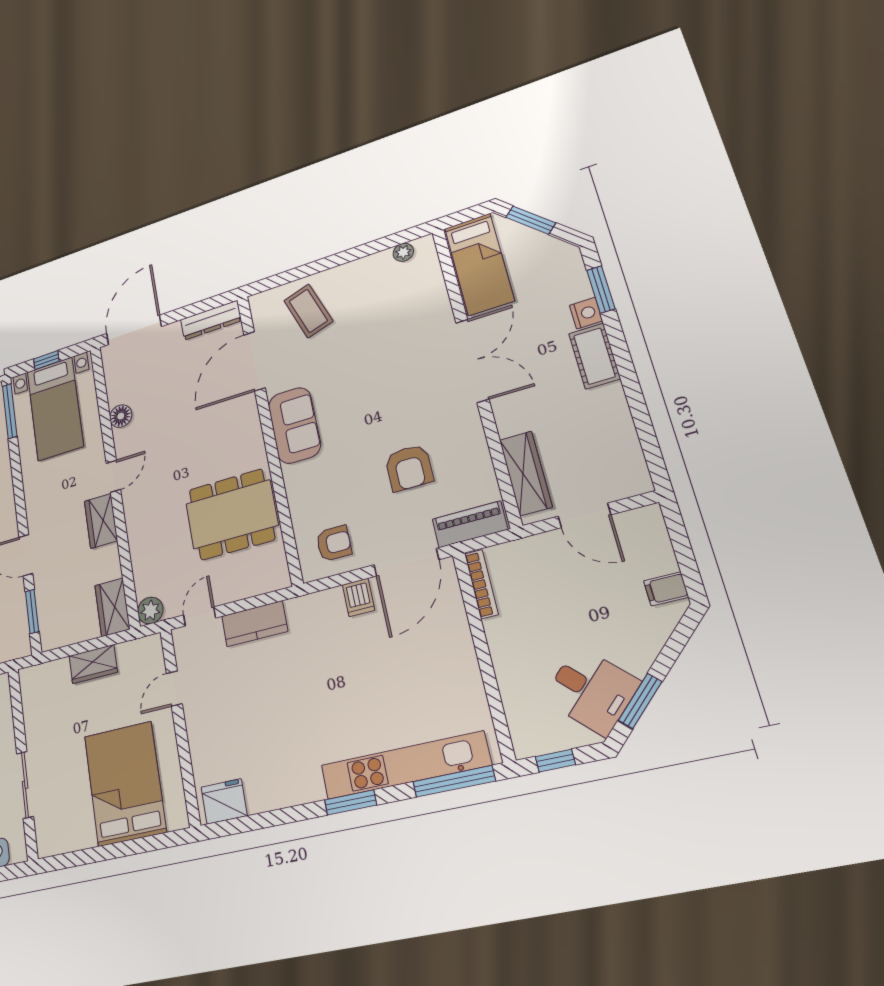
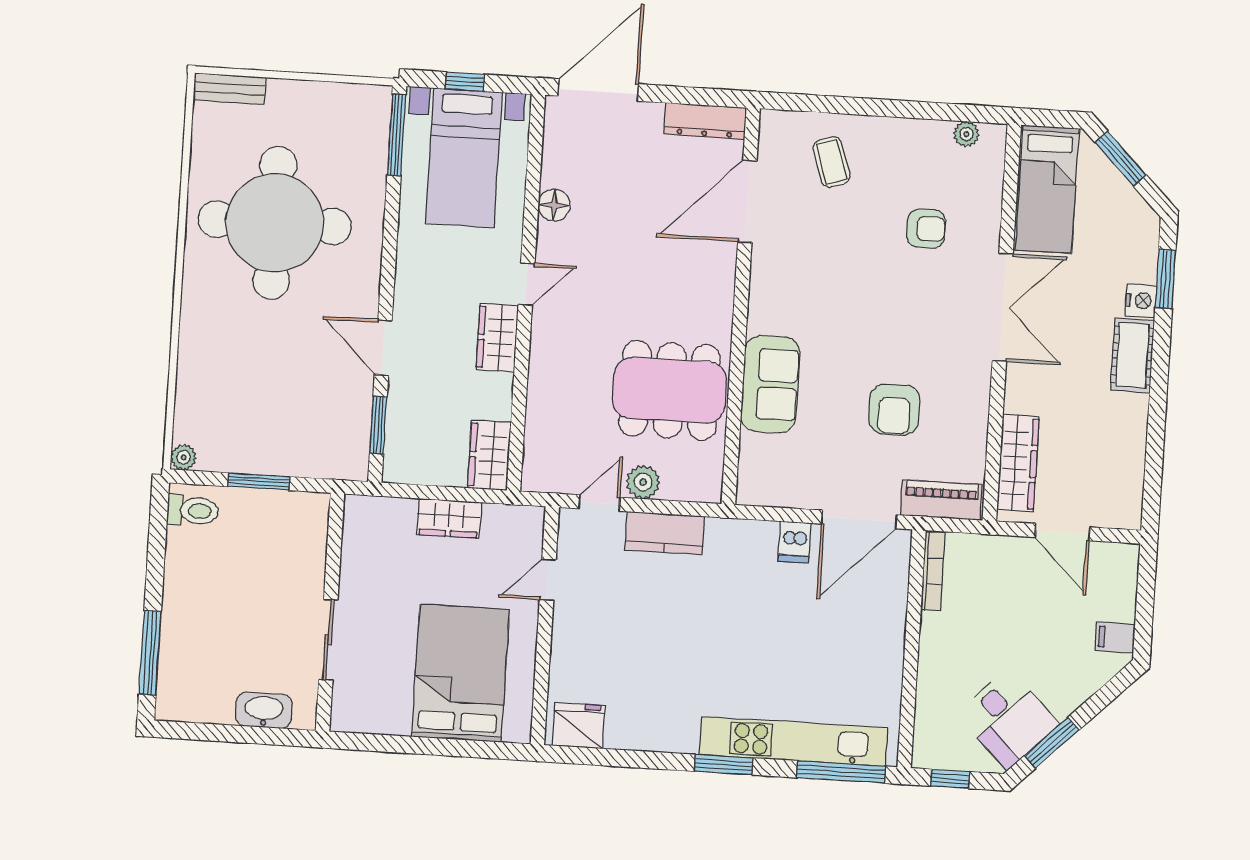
coffee table: (308, 311) -> (832, 162), width x0.73, depth x0.77
sofa: (294, 425) -> (770, 384), moved
armchair: (334, 543) -> (926, 229), moved
plant: (150, 610) -> (643, 482), moved

